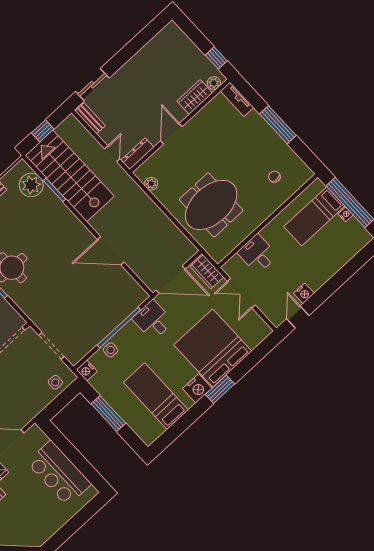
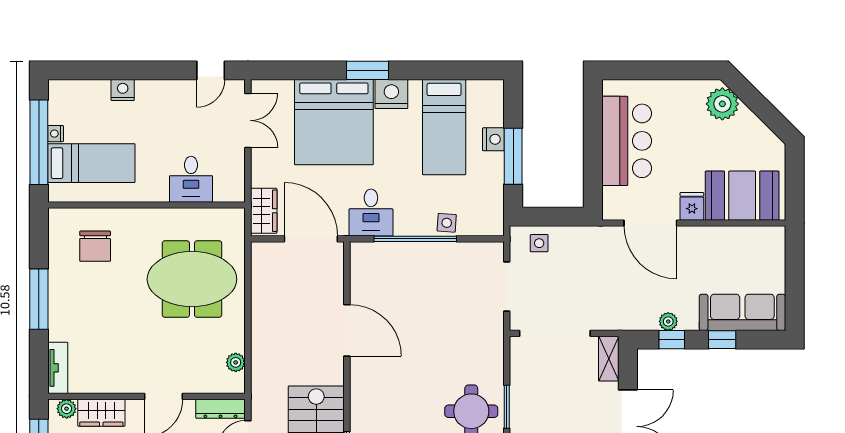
chair: (274, 177) -> (95, 246), width x1.87, depth x1.87
double door: (241, 293) -> (248, 120), moved
nightstand: (304, 293) -> (123, 90), moved
nightstand: (87, 371) -> (493, 139), moved
plant: (28, 536) -> (722, 104), added

